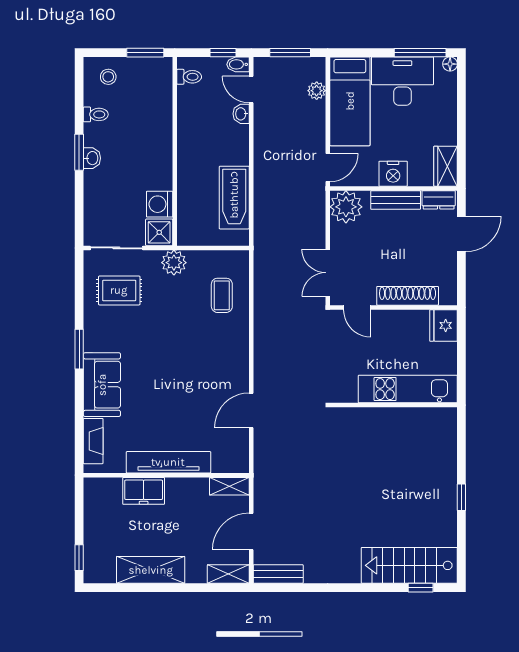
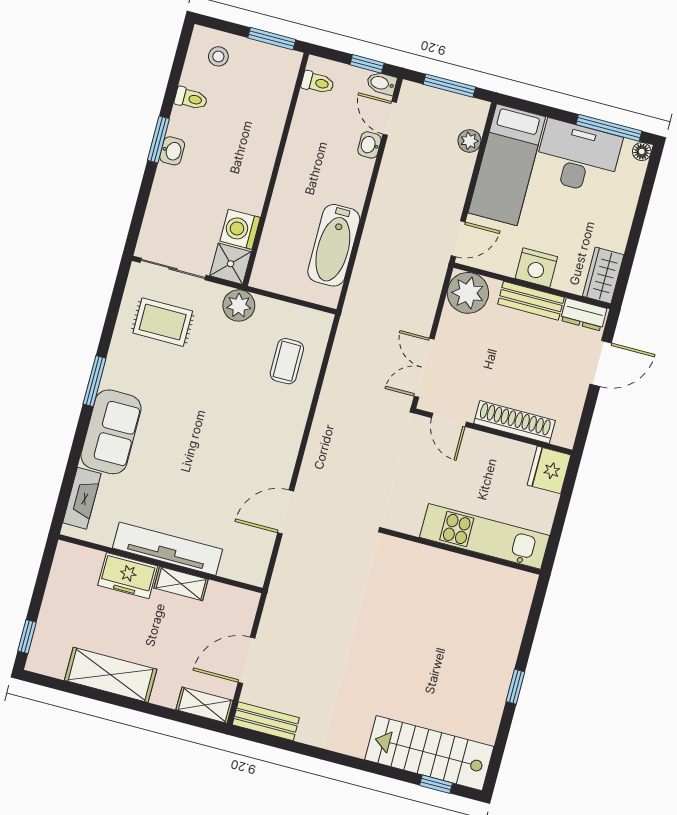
shelving: (229, 486) -> (181, 584), moved

